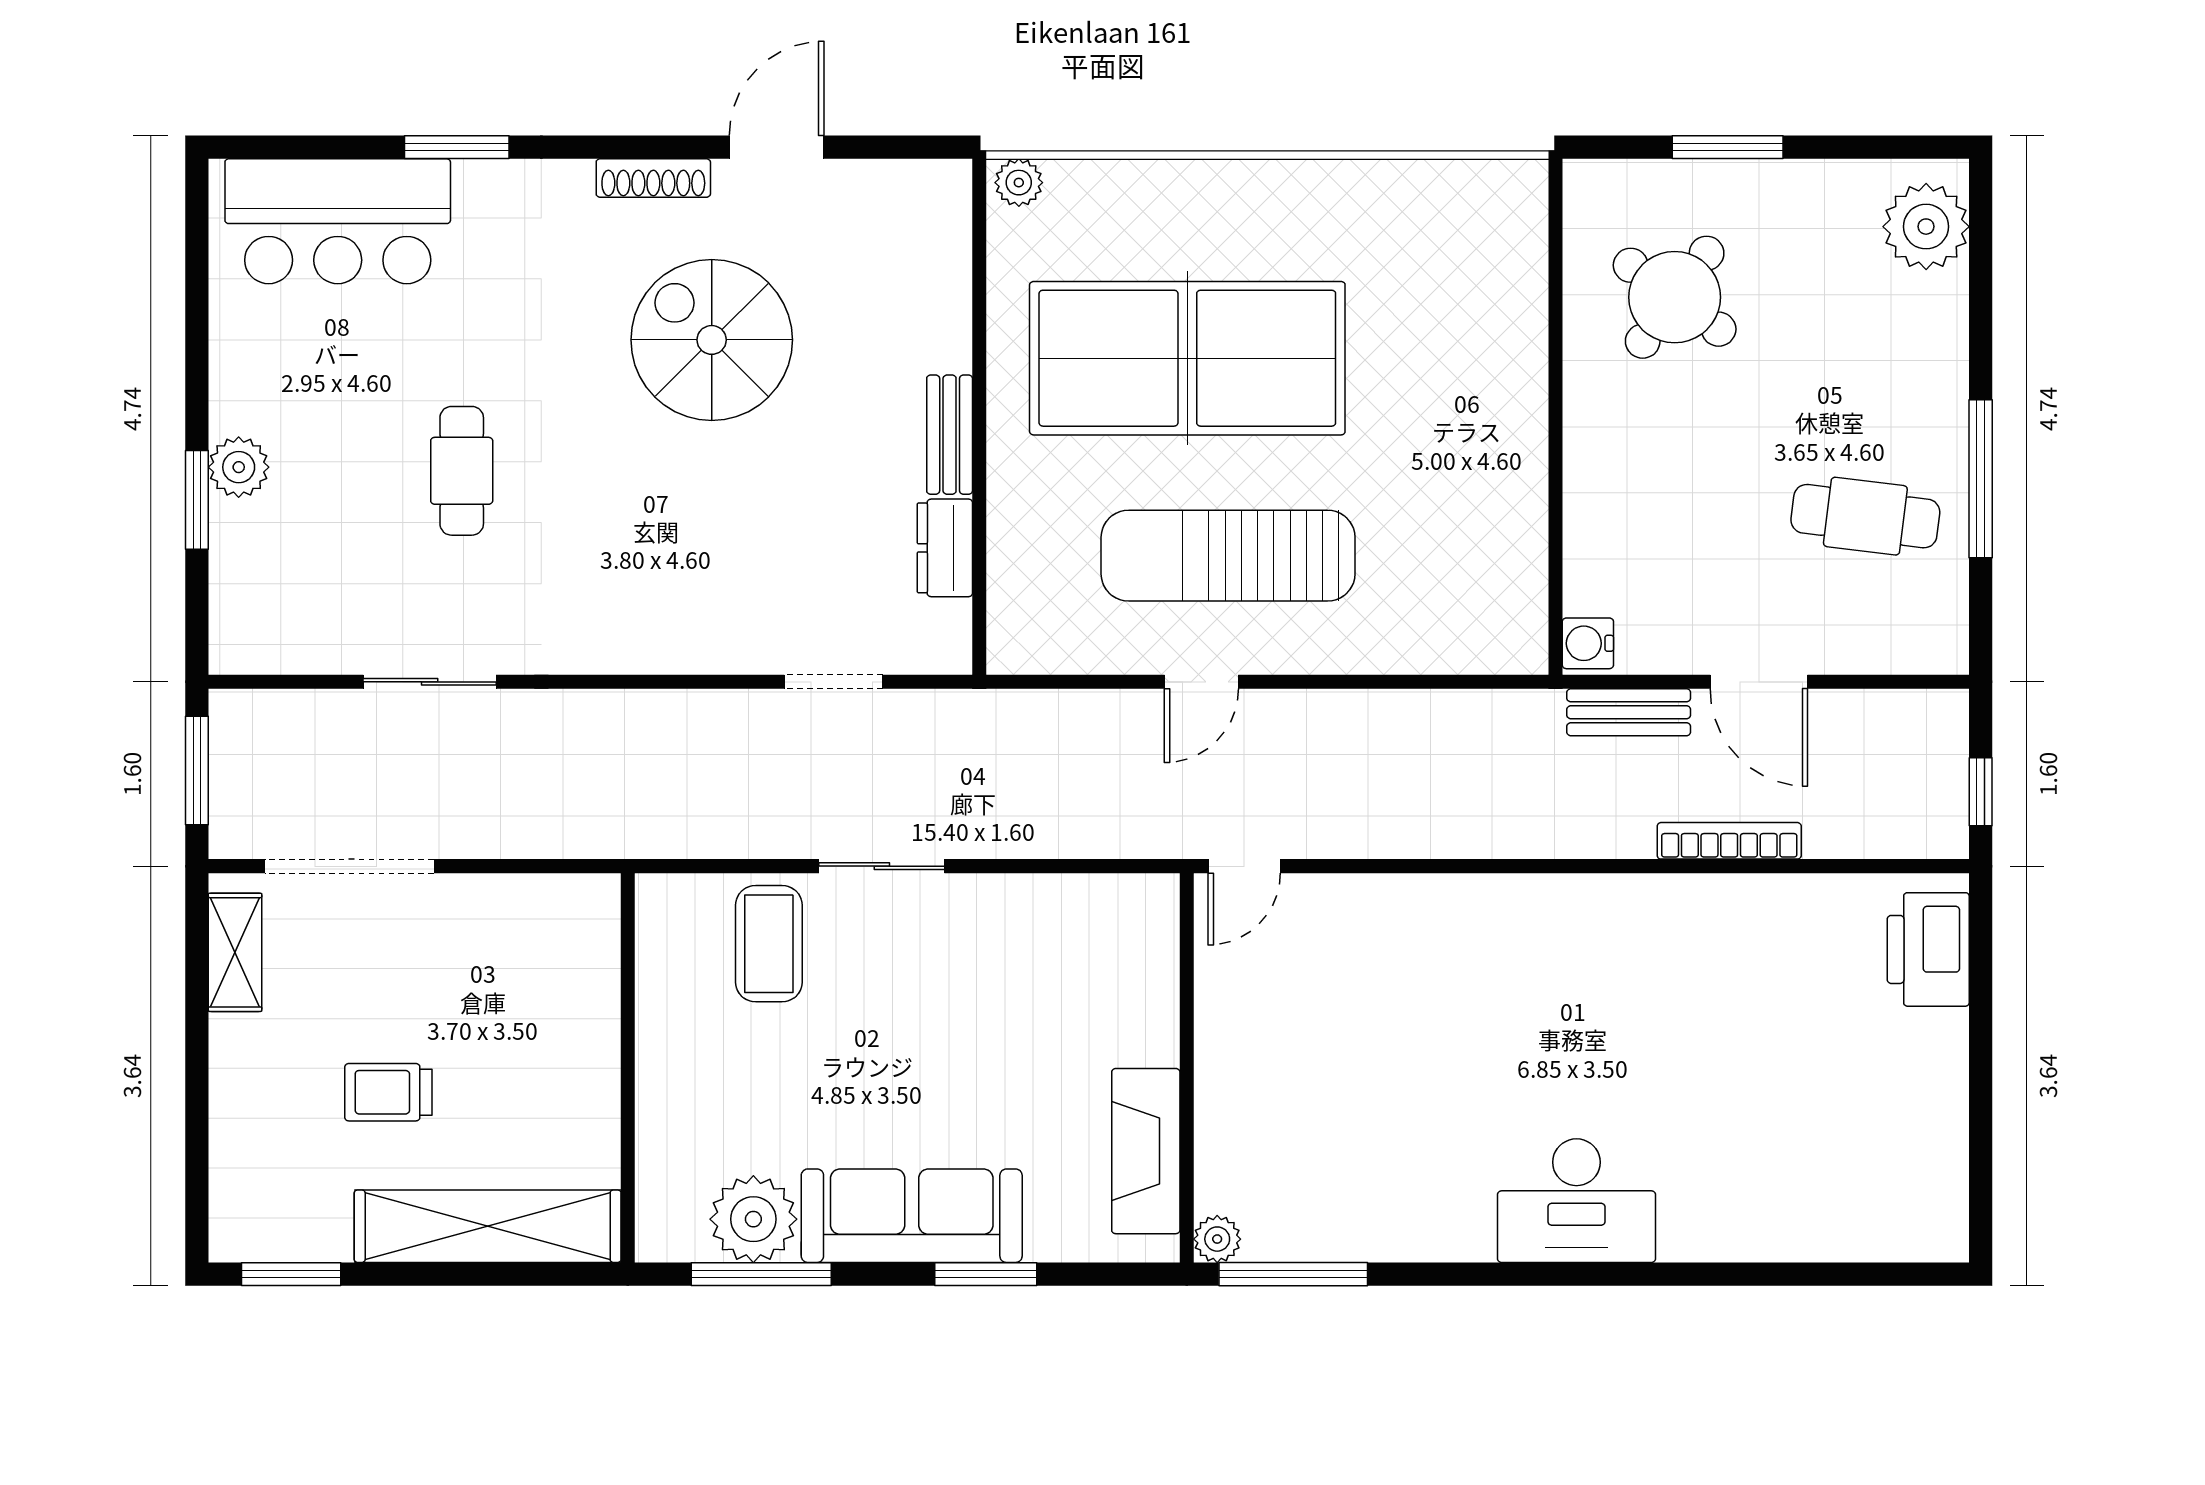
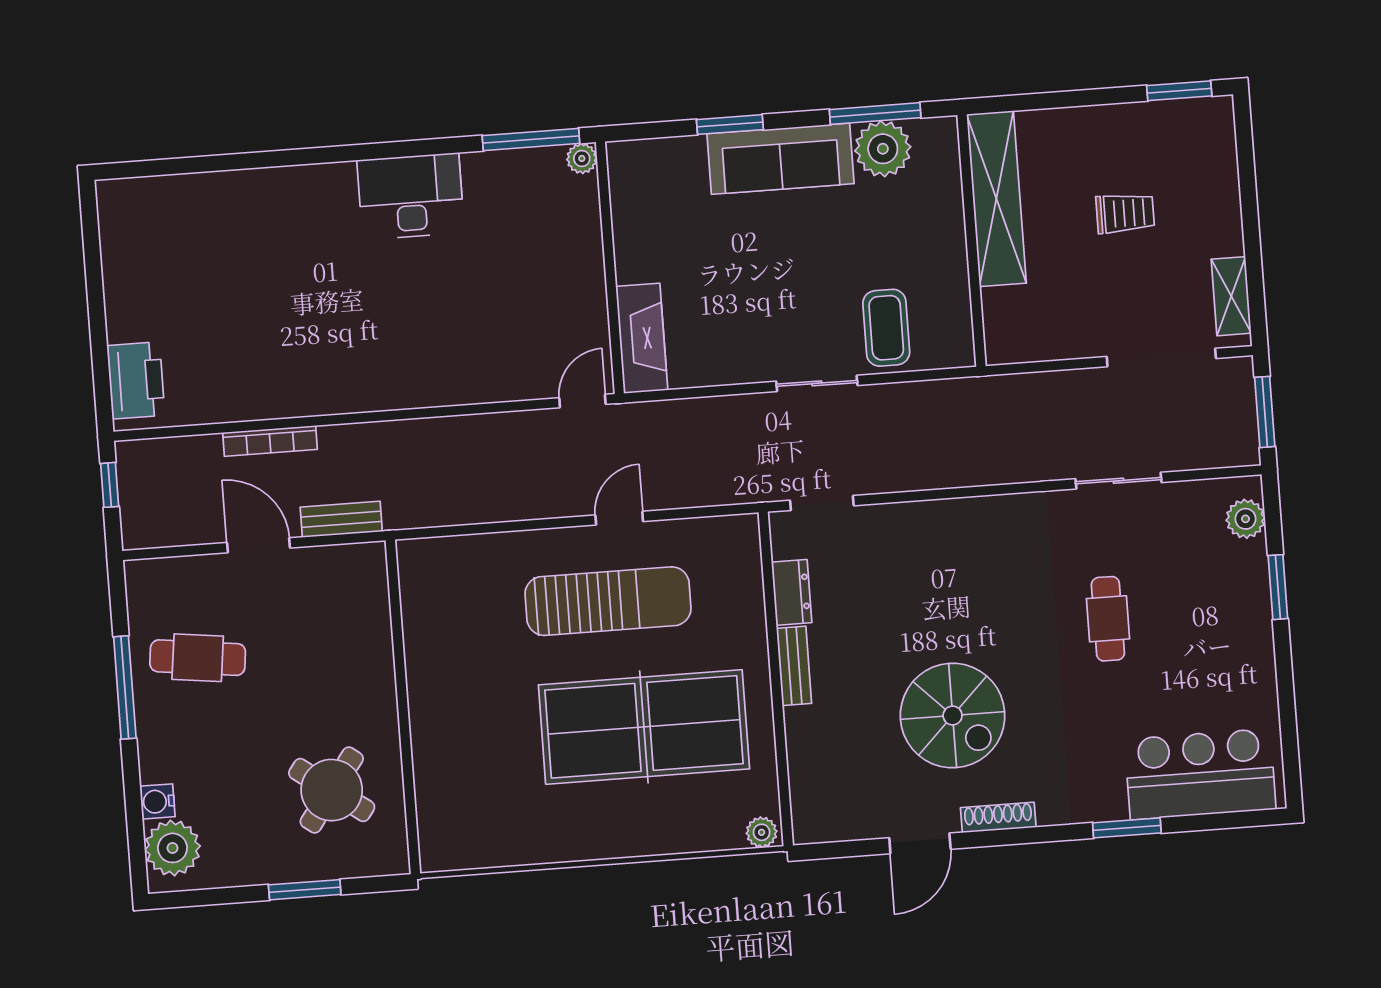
plant: (239, 467) -> (1246, 519), moved
water cooler: (1588, 643) -> (157, 801), moved, turned 180
doorway: (833, 682) -> (822, 503), moved
fireplace: (1146, 1151) -> (642, 338), moved
desk: (1576, 1201) -> (411, 196), moved
shelving: (488, 1226) -> (996, 199), moved, turned 90

